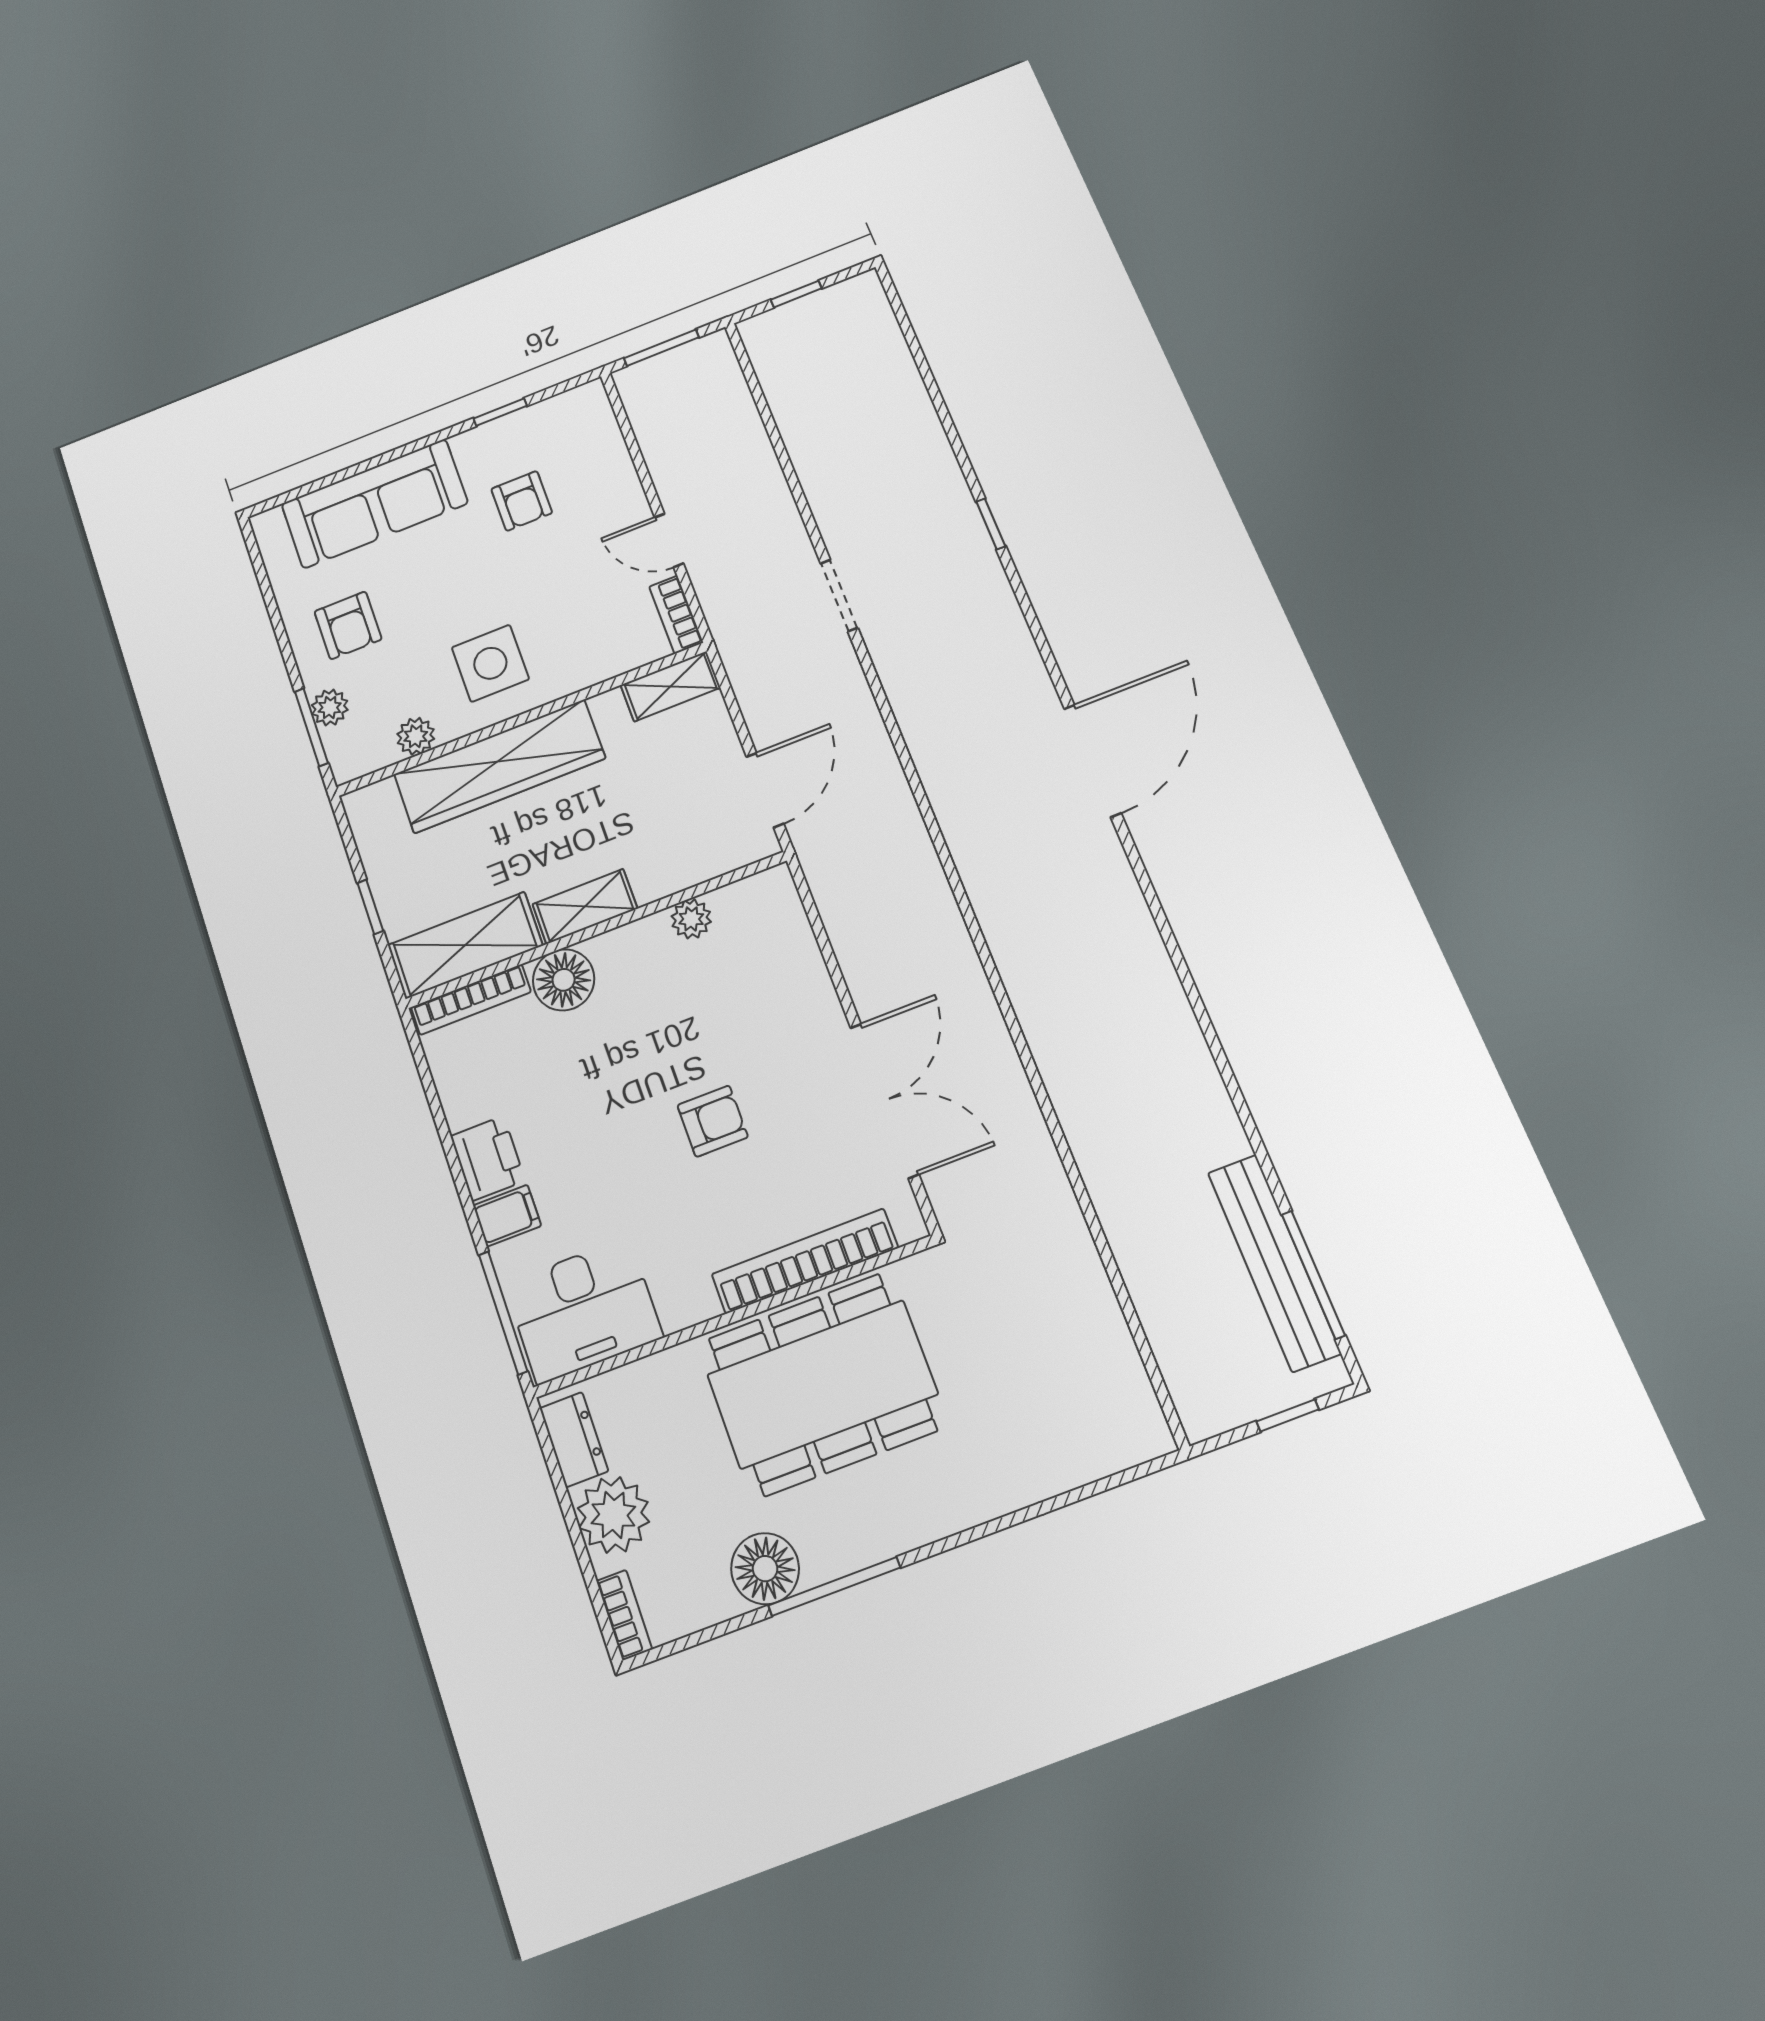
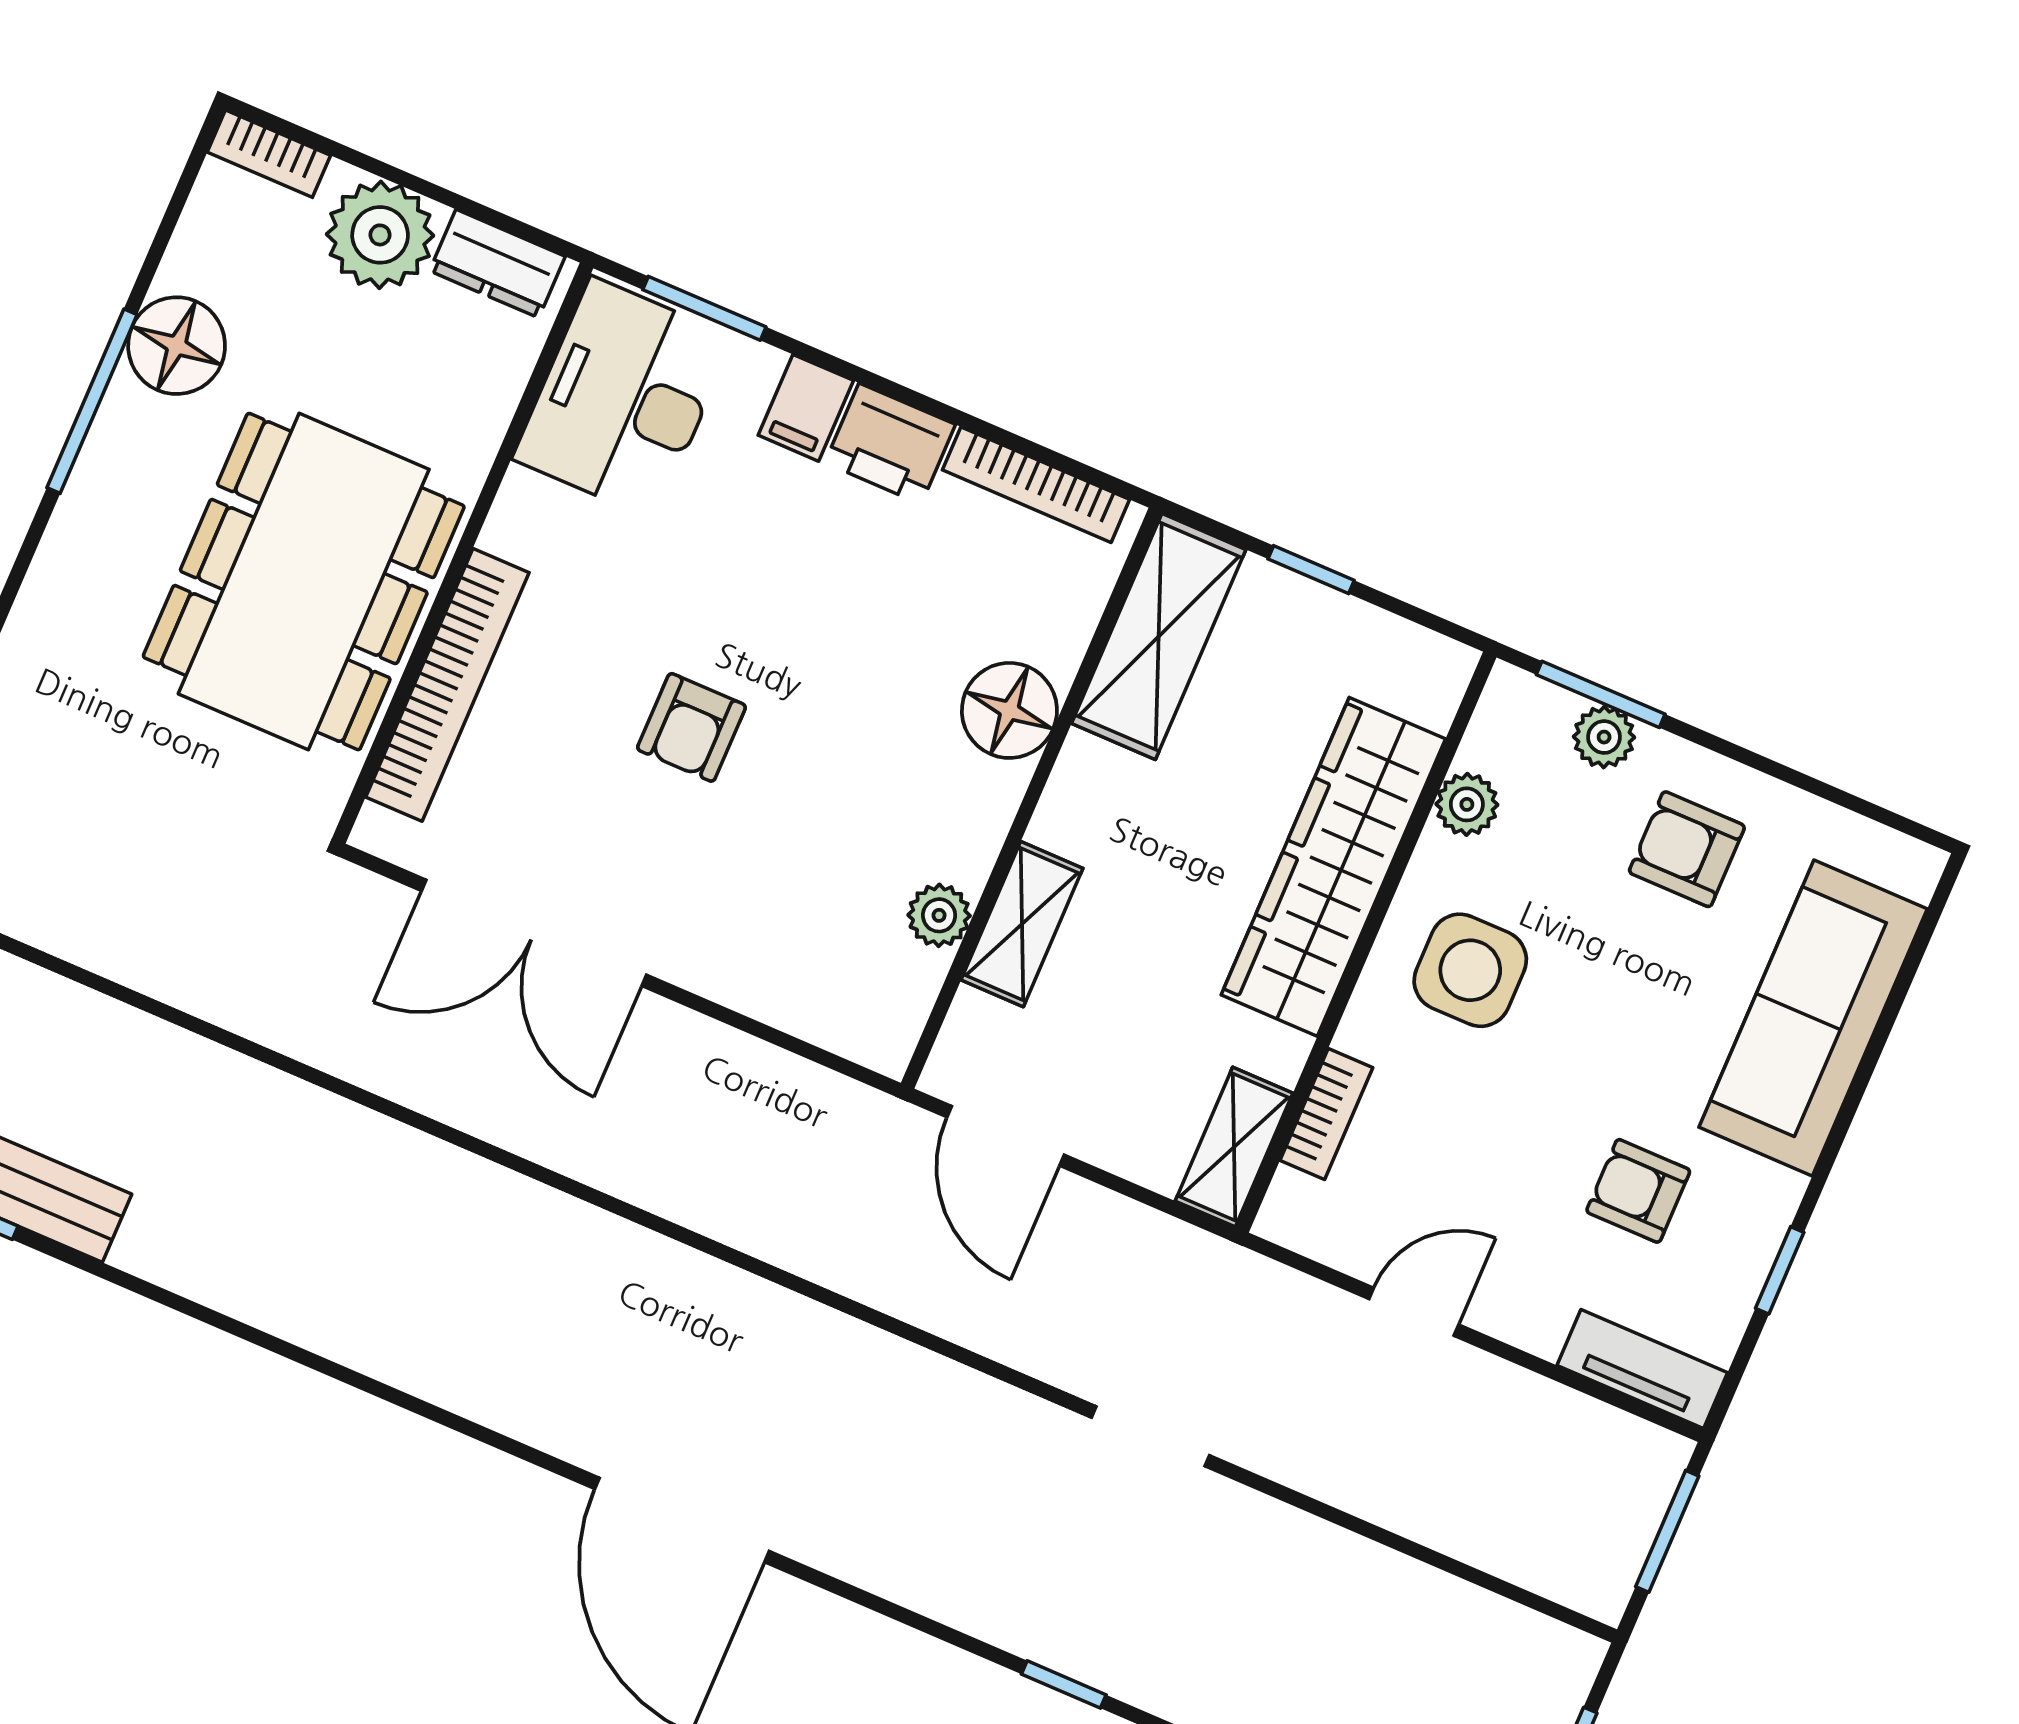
tv unit: (600, 425) -> (1642, 1369), added
bookcase: (676, 615) -> (1326, 1114), moved, turned 90
shelving: (585, 906) -> (1022, 924), moved
bookcase: (471, 1000) -> (1036, 485), moved, turned -90
window: (503, 1313) -> (704, 308), width x0.69

